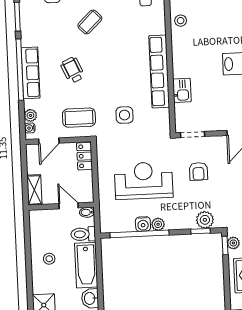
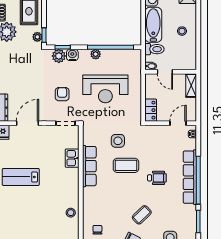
wheelchair: (73, 70) -> (157, 178), turned -66
row of seats: (159, 71) -> (89, 166), width x0.73
row of seats: (31, 73) -> (190, 177), width x1.36
plant: (30, 115) -> (191, 144), removed
coffee table: (79, 118) -> (126, 165), moved
water cooler: (143, 224) -> (72, 55), moved

